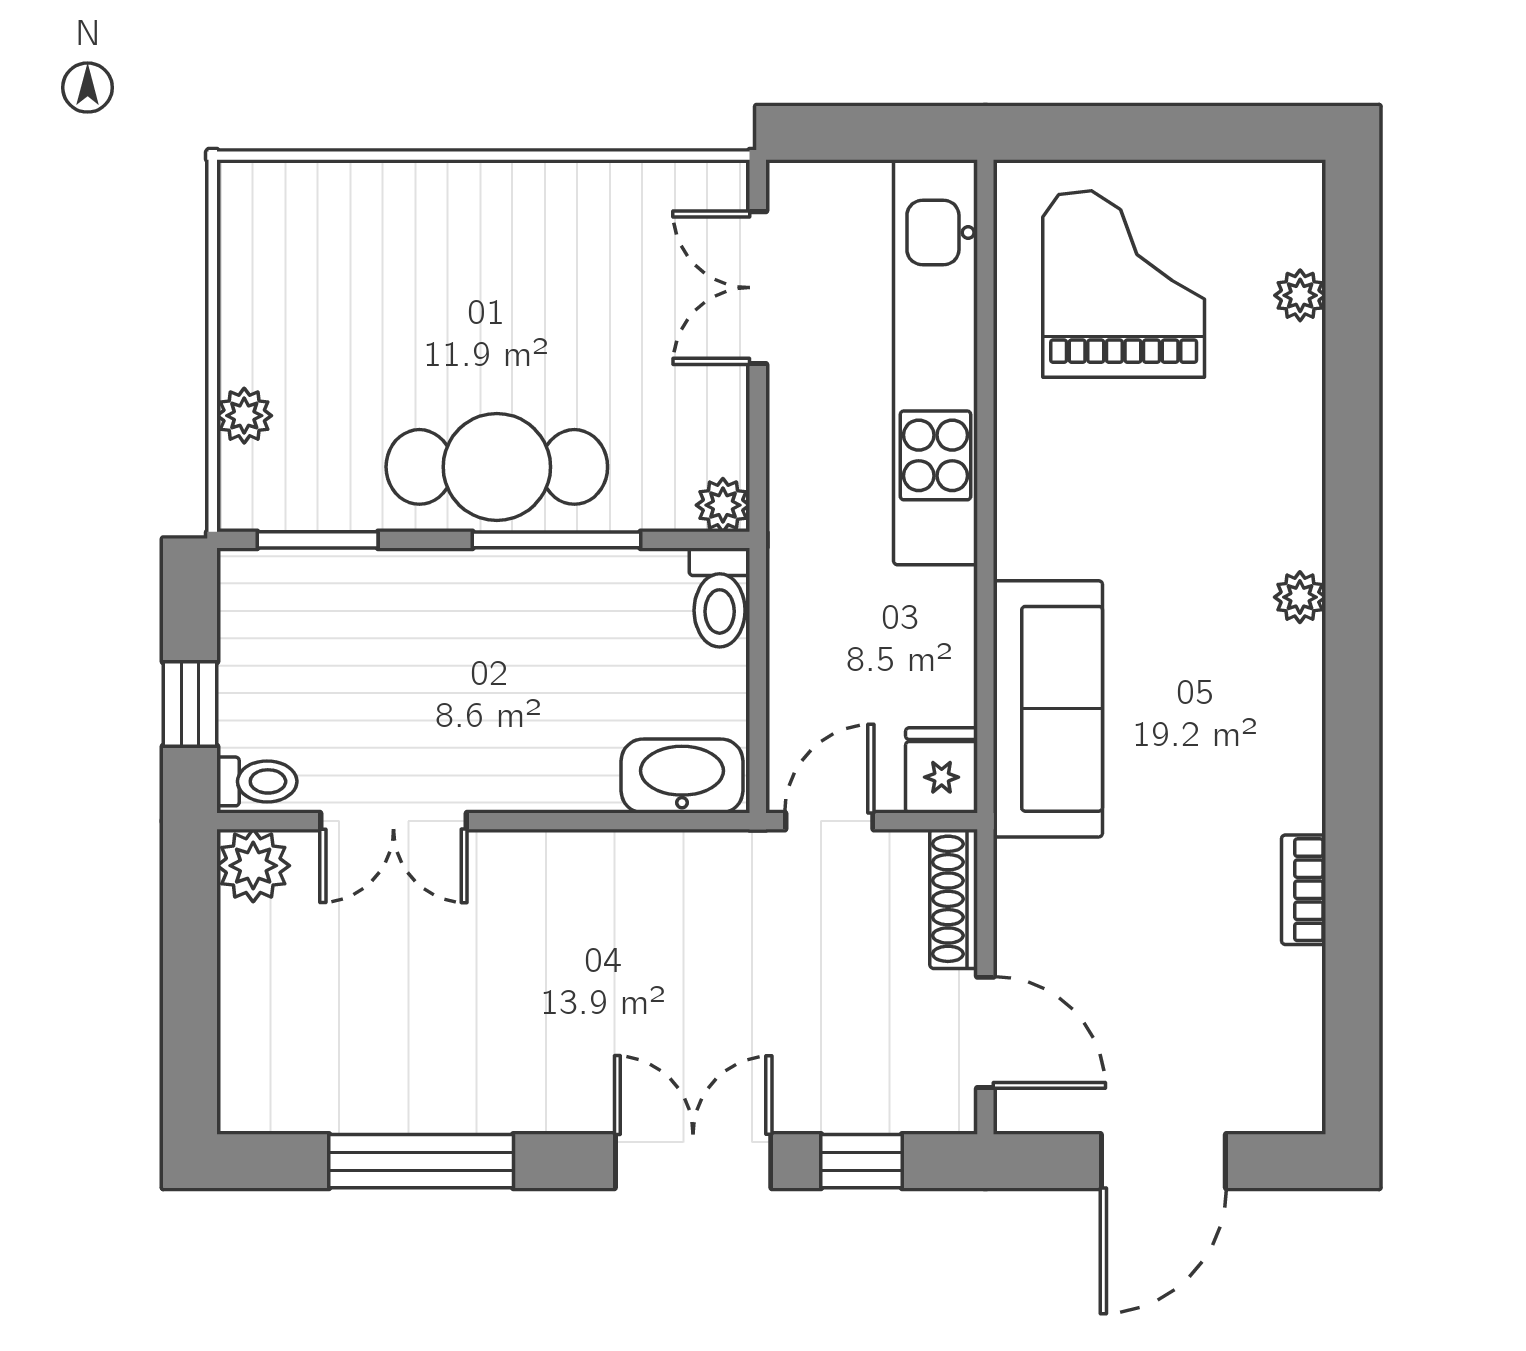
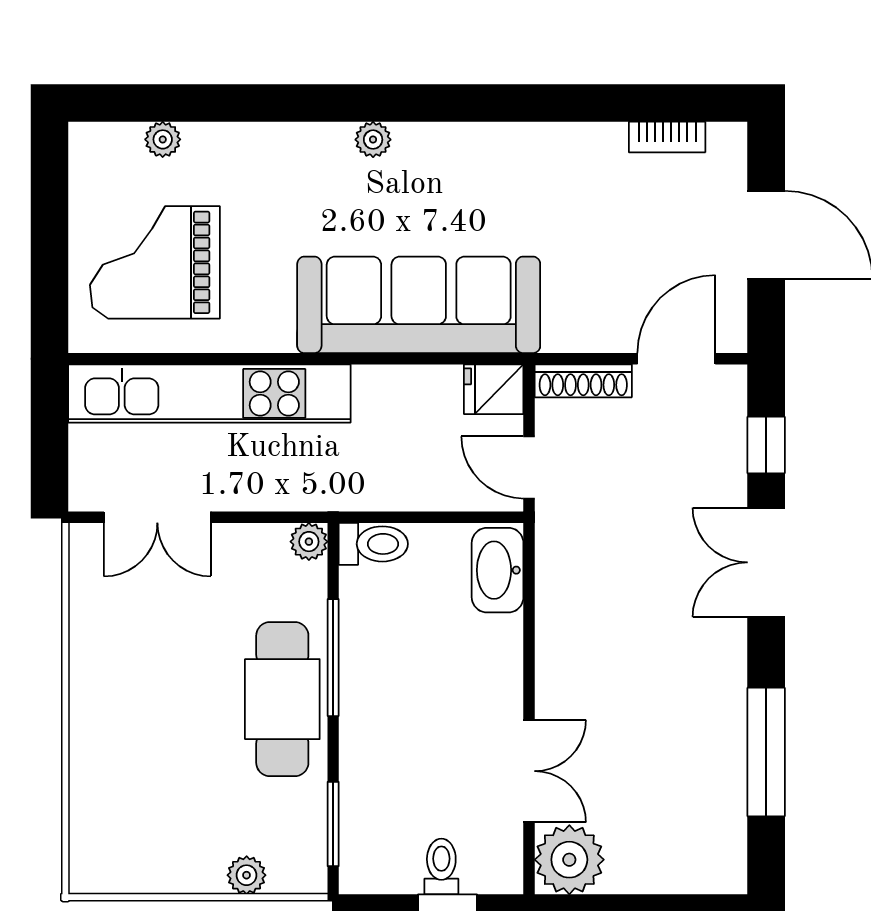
sofa: (1048, 709) -> (419, 305), width x1.36, depth x1.27
toilet: (257, 781) -> (441, 866), moved
plant: (253, 866) -> (569, 860), width x1.36, depth x1.36
bookcase: (1304, 890) -> (667, 137), moved

